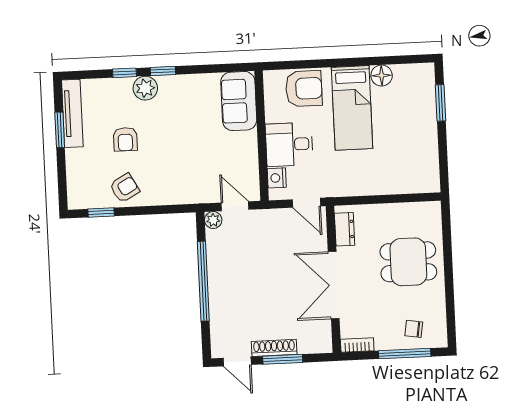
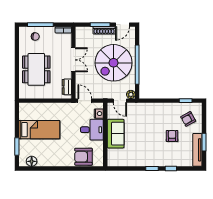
floor lamp: (382, 75) -> (32, 161), moved
plant: (145, 88) -> (161, 161), removed
sofa: (239, 101) -> (116, 134), moved
bed: (352, 108) -> (39, 130), moved, turned 90
armchair: (125, 188) -> (188, 119), moved
dining table: (408, 262) -> (36, 69), width x1.37
spiral stairs: (252, 283) -> (114, 63), added
double door: (334, 285) -> (73, 60), width x0.73
door: (237, 361) -> (122, 25), swing flipped

